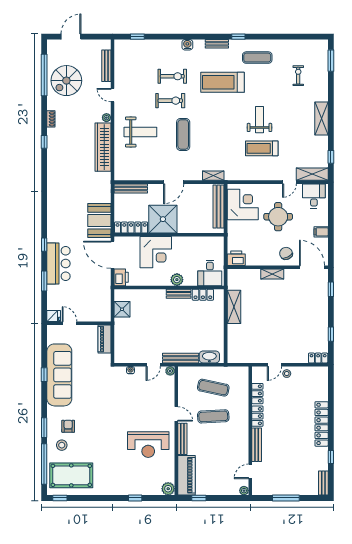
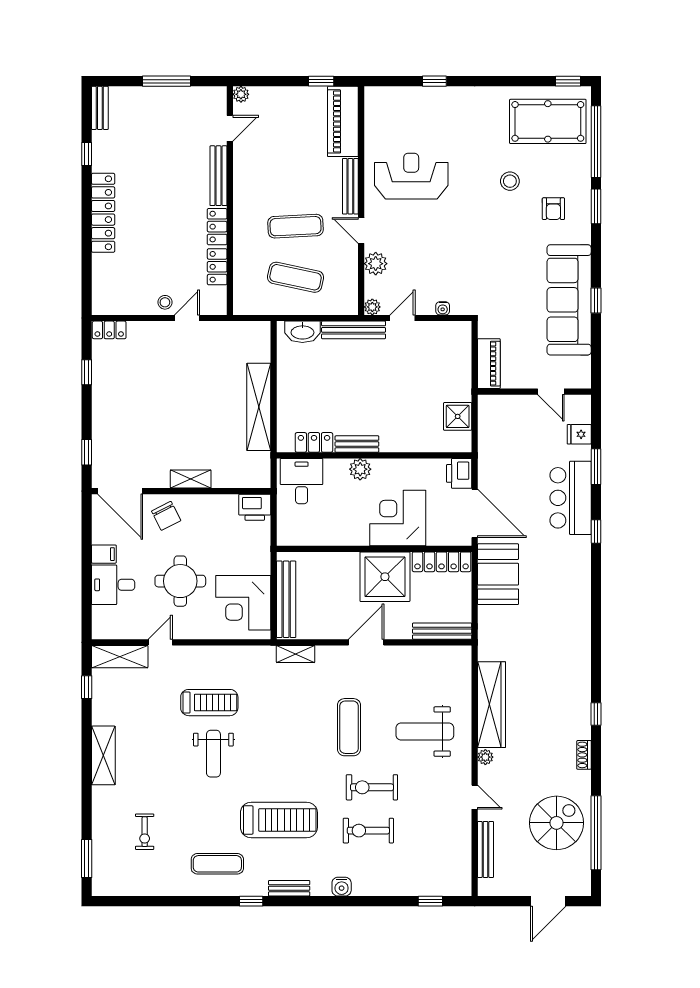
desk: (314, 196) -> (113, 585), moved, turned 90
shelving: (234, 307) -> (259, 407), width x1.47
fridge: (54, 316) -> (579, 434), moved
stool: (62, 445) -> (510, 181), moved
plant: (168, 489) -> (376, 264), moved

